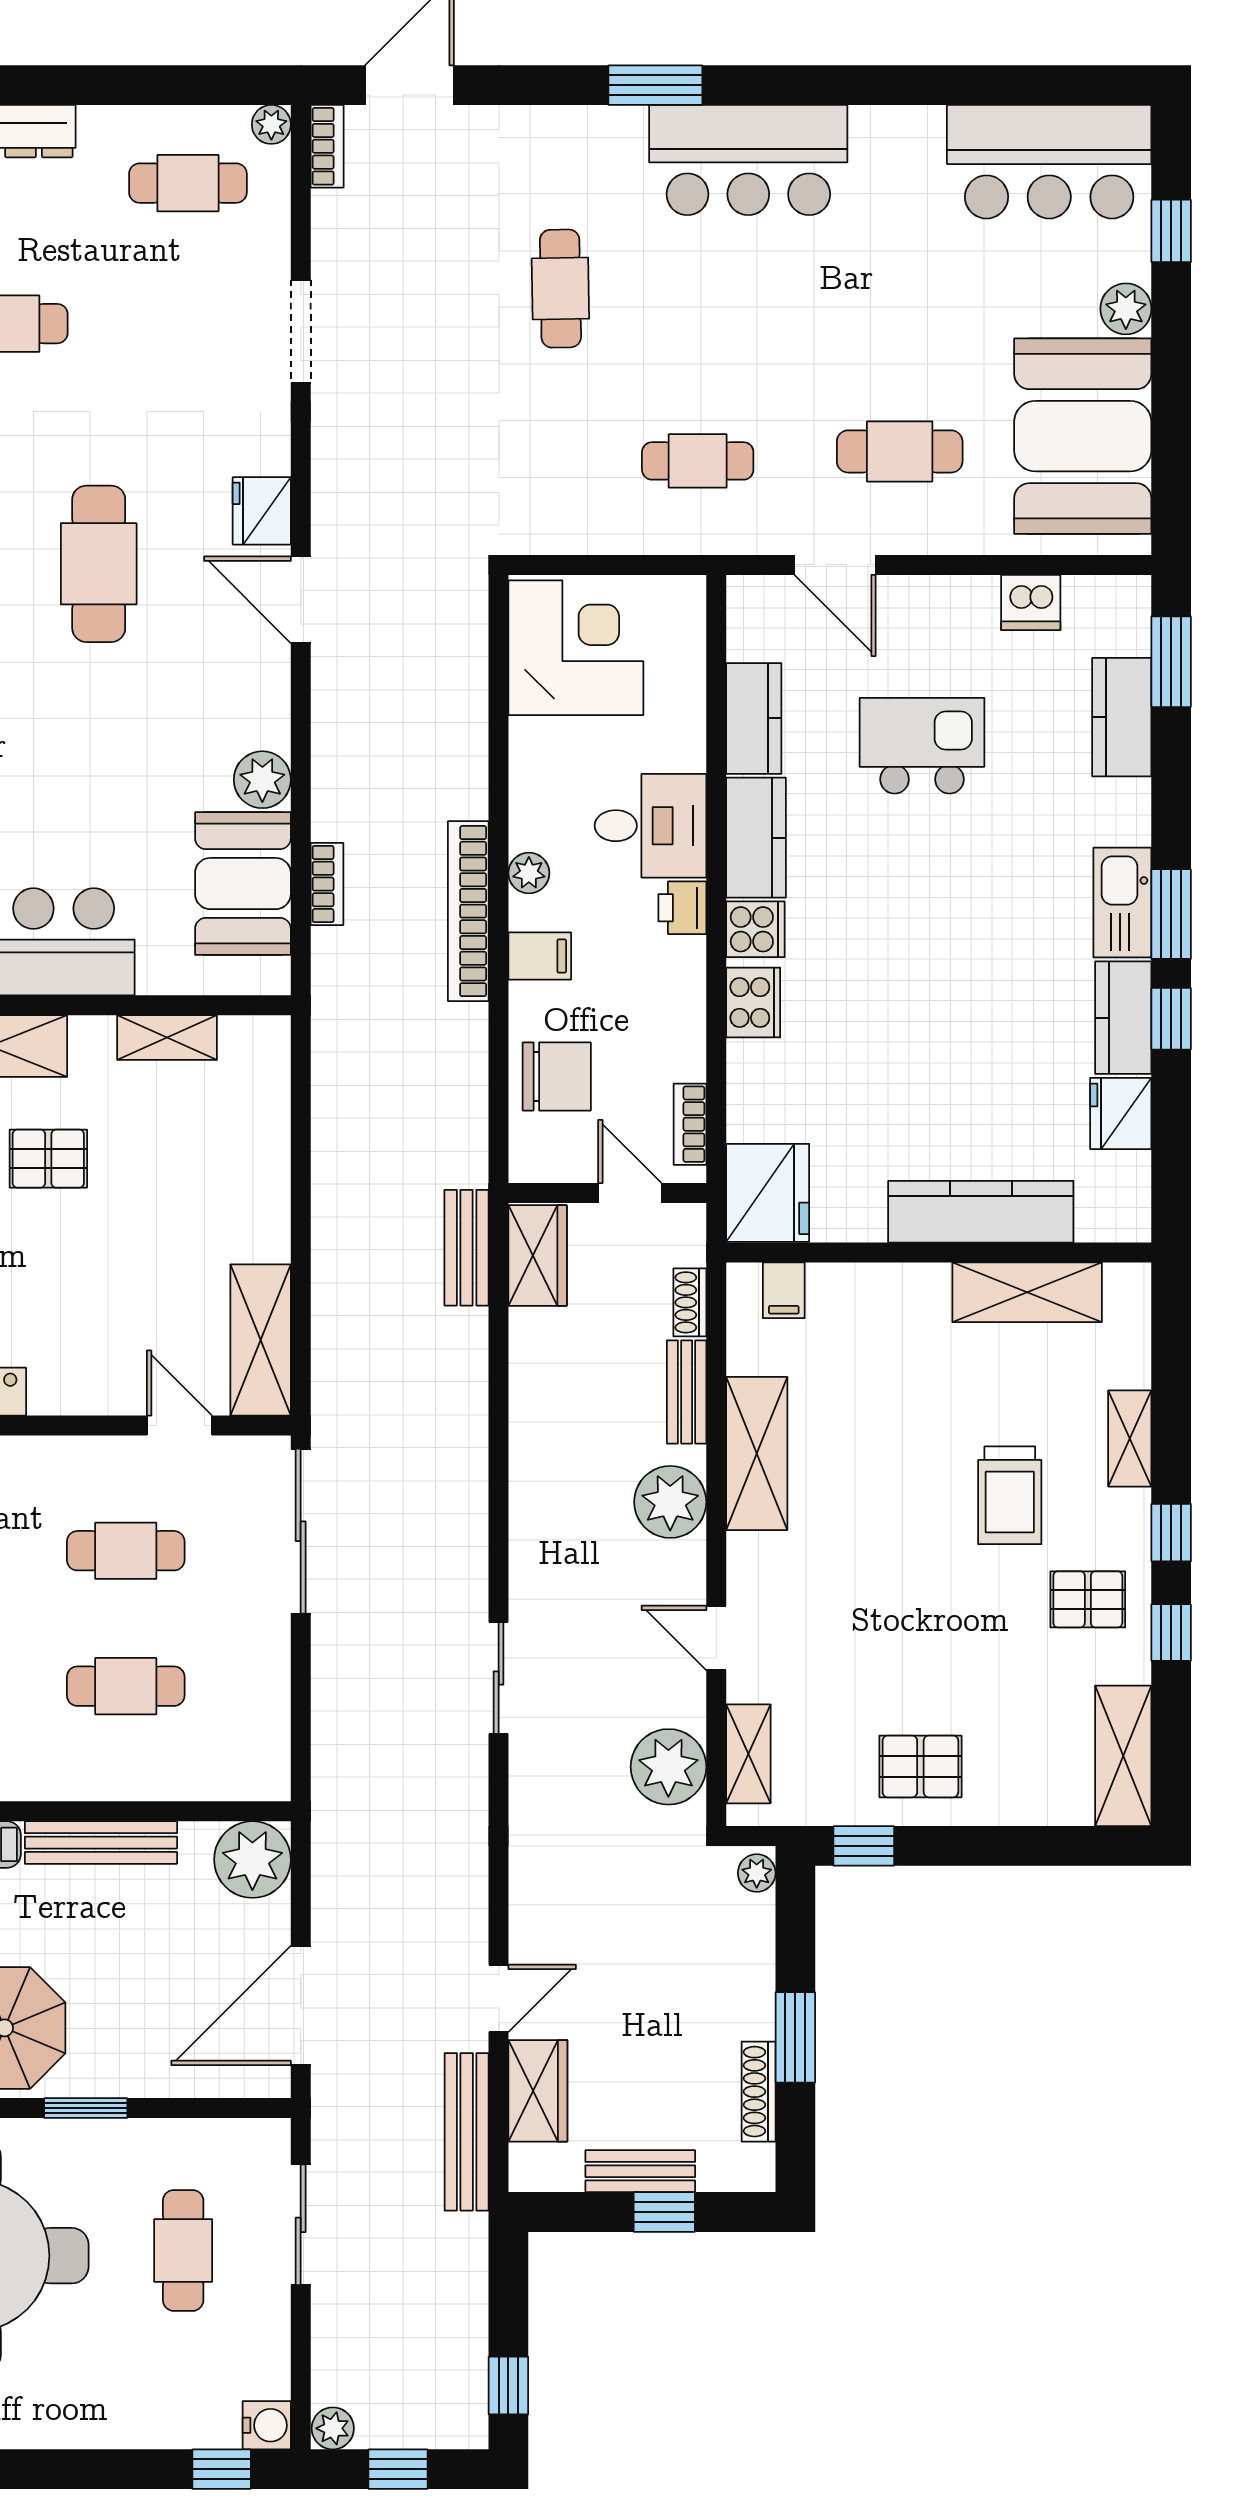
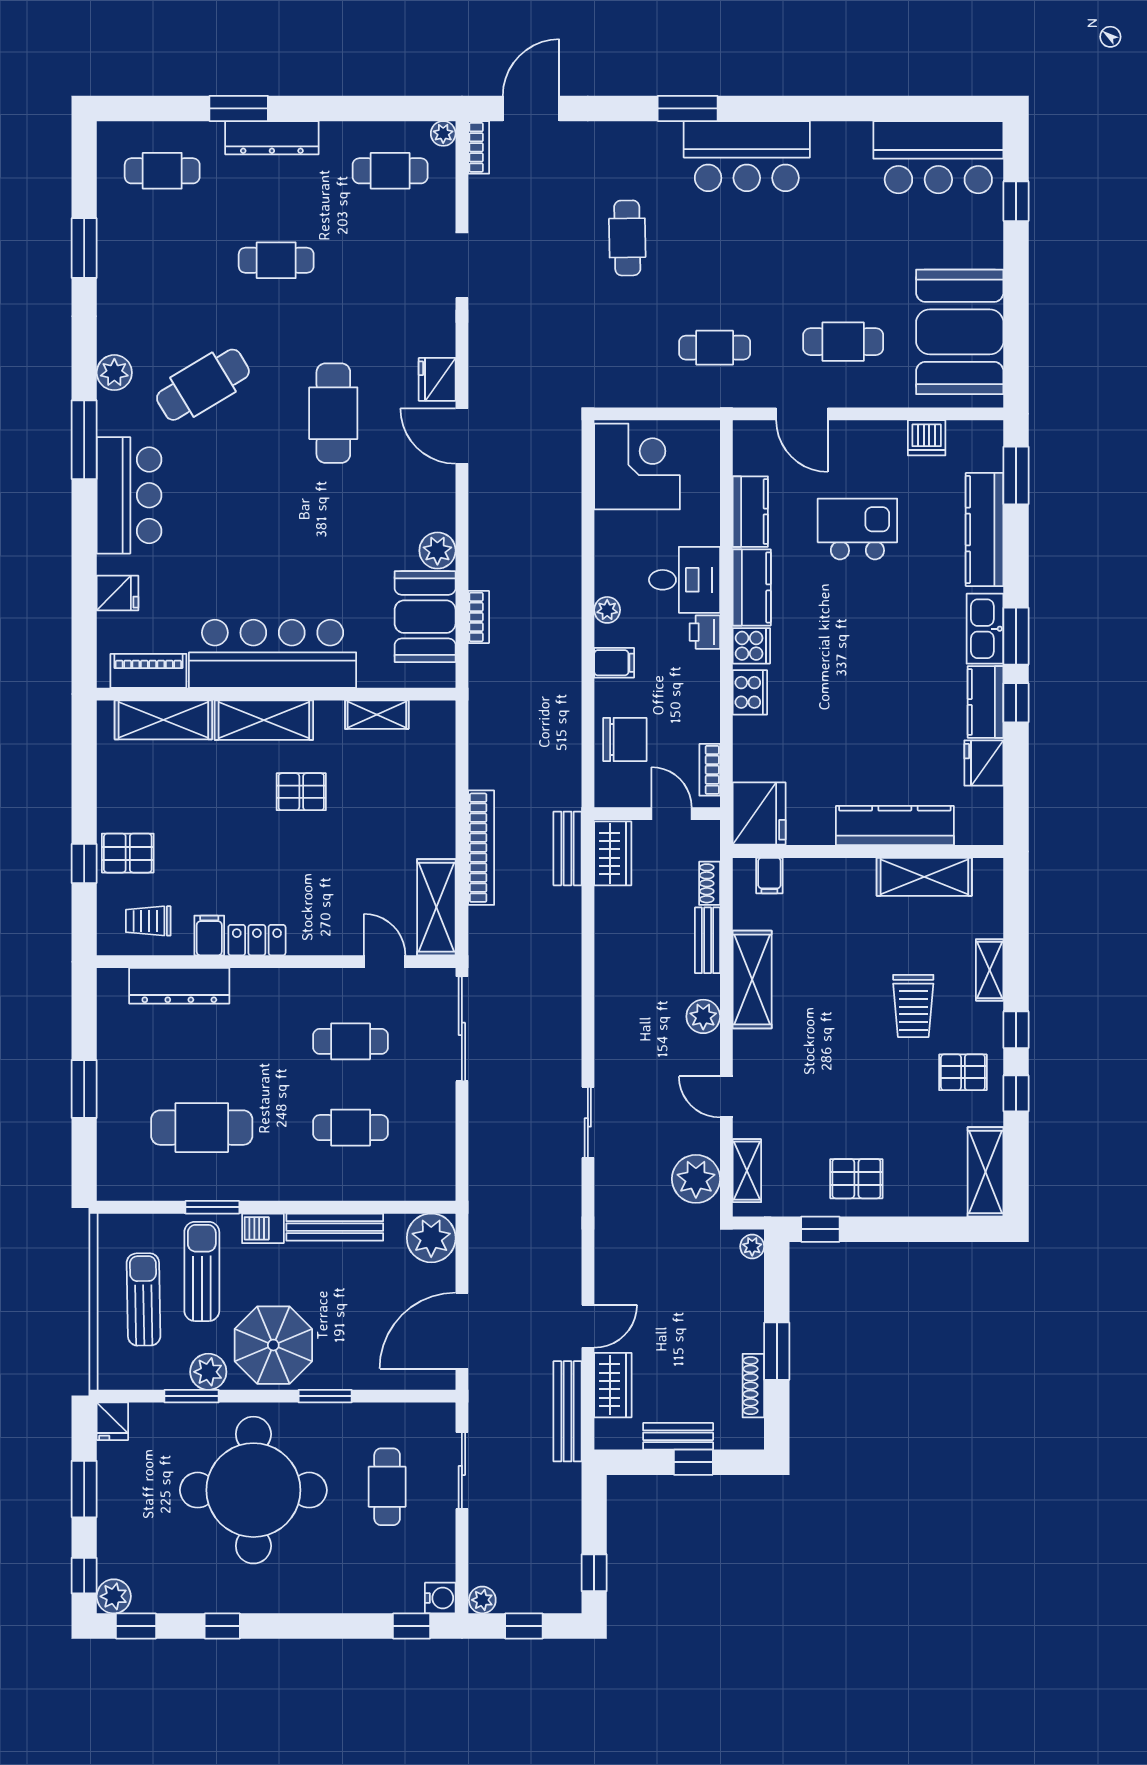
plant: (1126, 309) -> (987, 251), removed
kitchen counter: (1122, 717) -> (985, 530), width x1.50
bookcase: (468, 911) -> (481, 848), moved, turned 180
plant: (670, 1502) -> (703, 1016), width x0.73, depth x0.73

